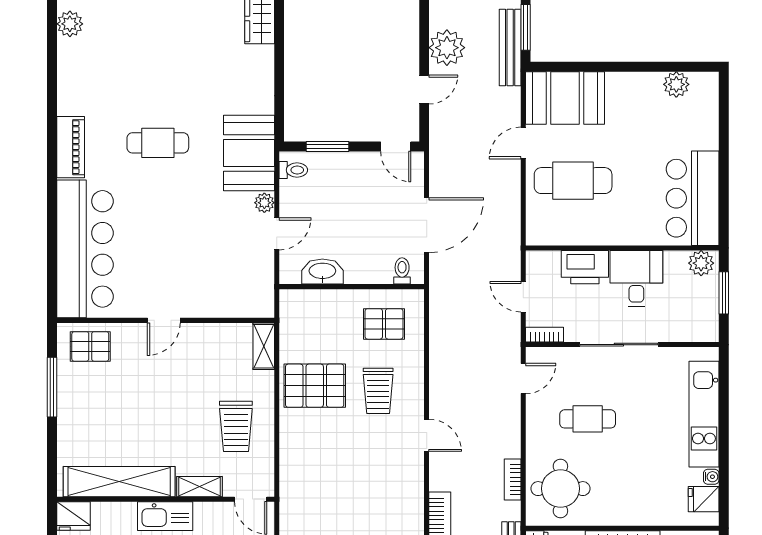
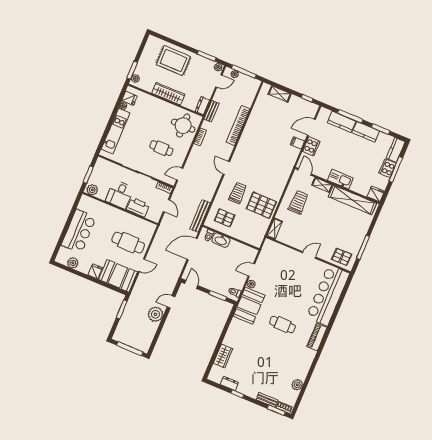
bench: (510, 47) -> (200, 216), moved
fridge: (619, 87) -> (95, 271), added
bar counter: (693, 198) -> (79, 231), moved
washbasin: (322, 272) -> (221, 240), moved

